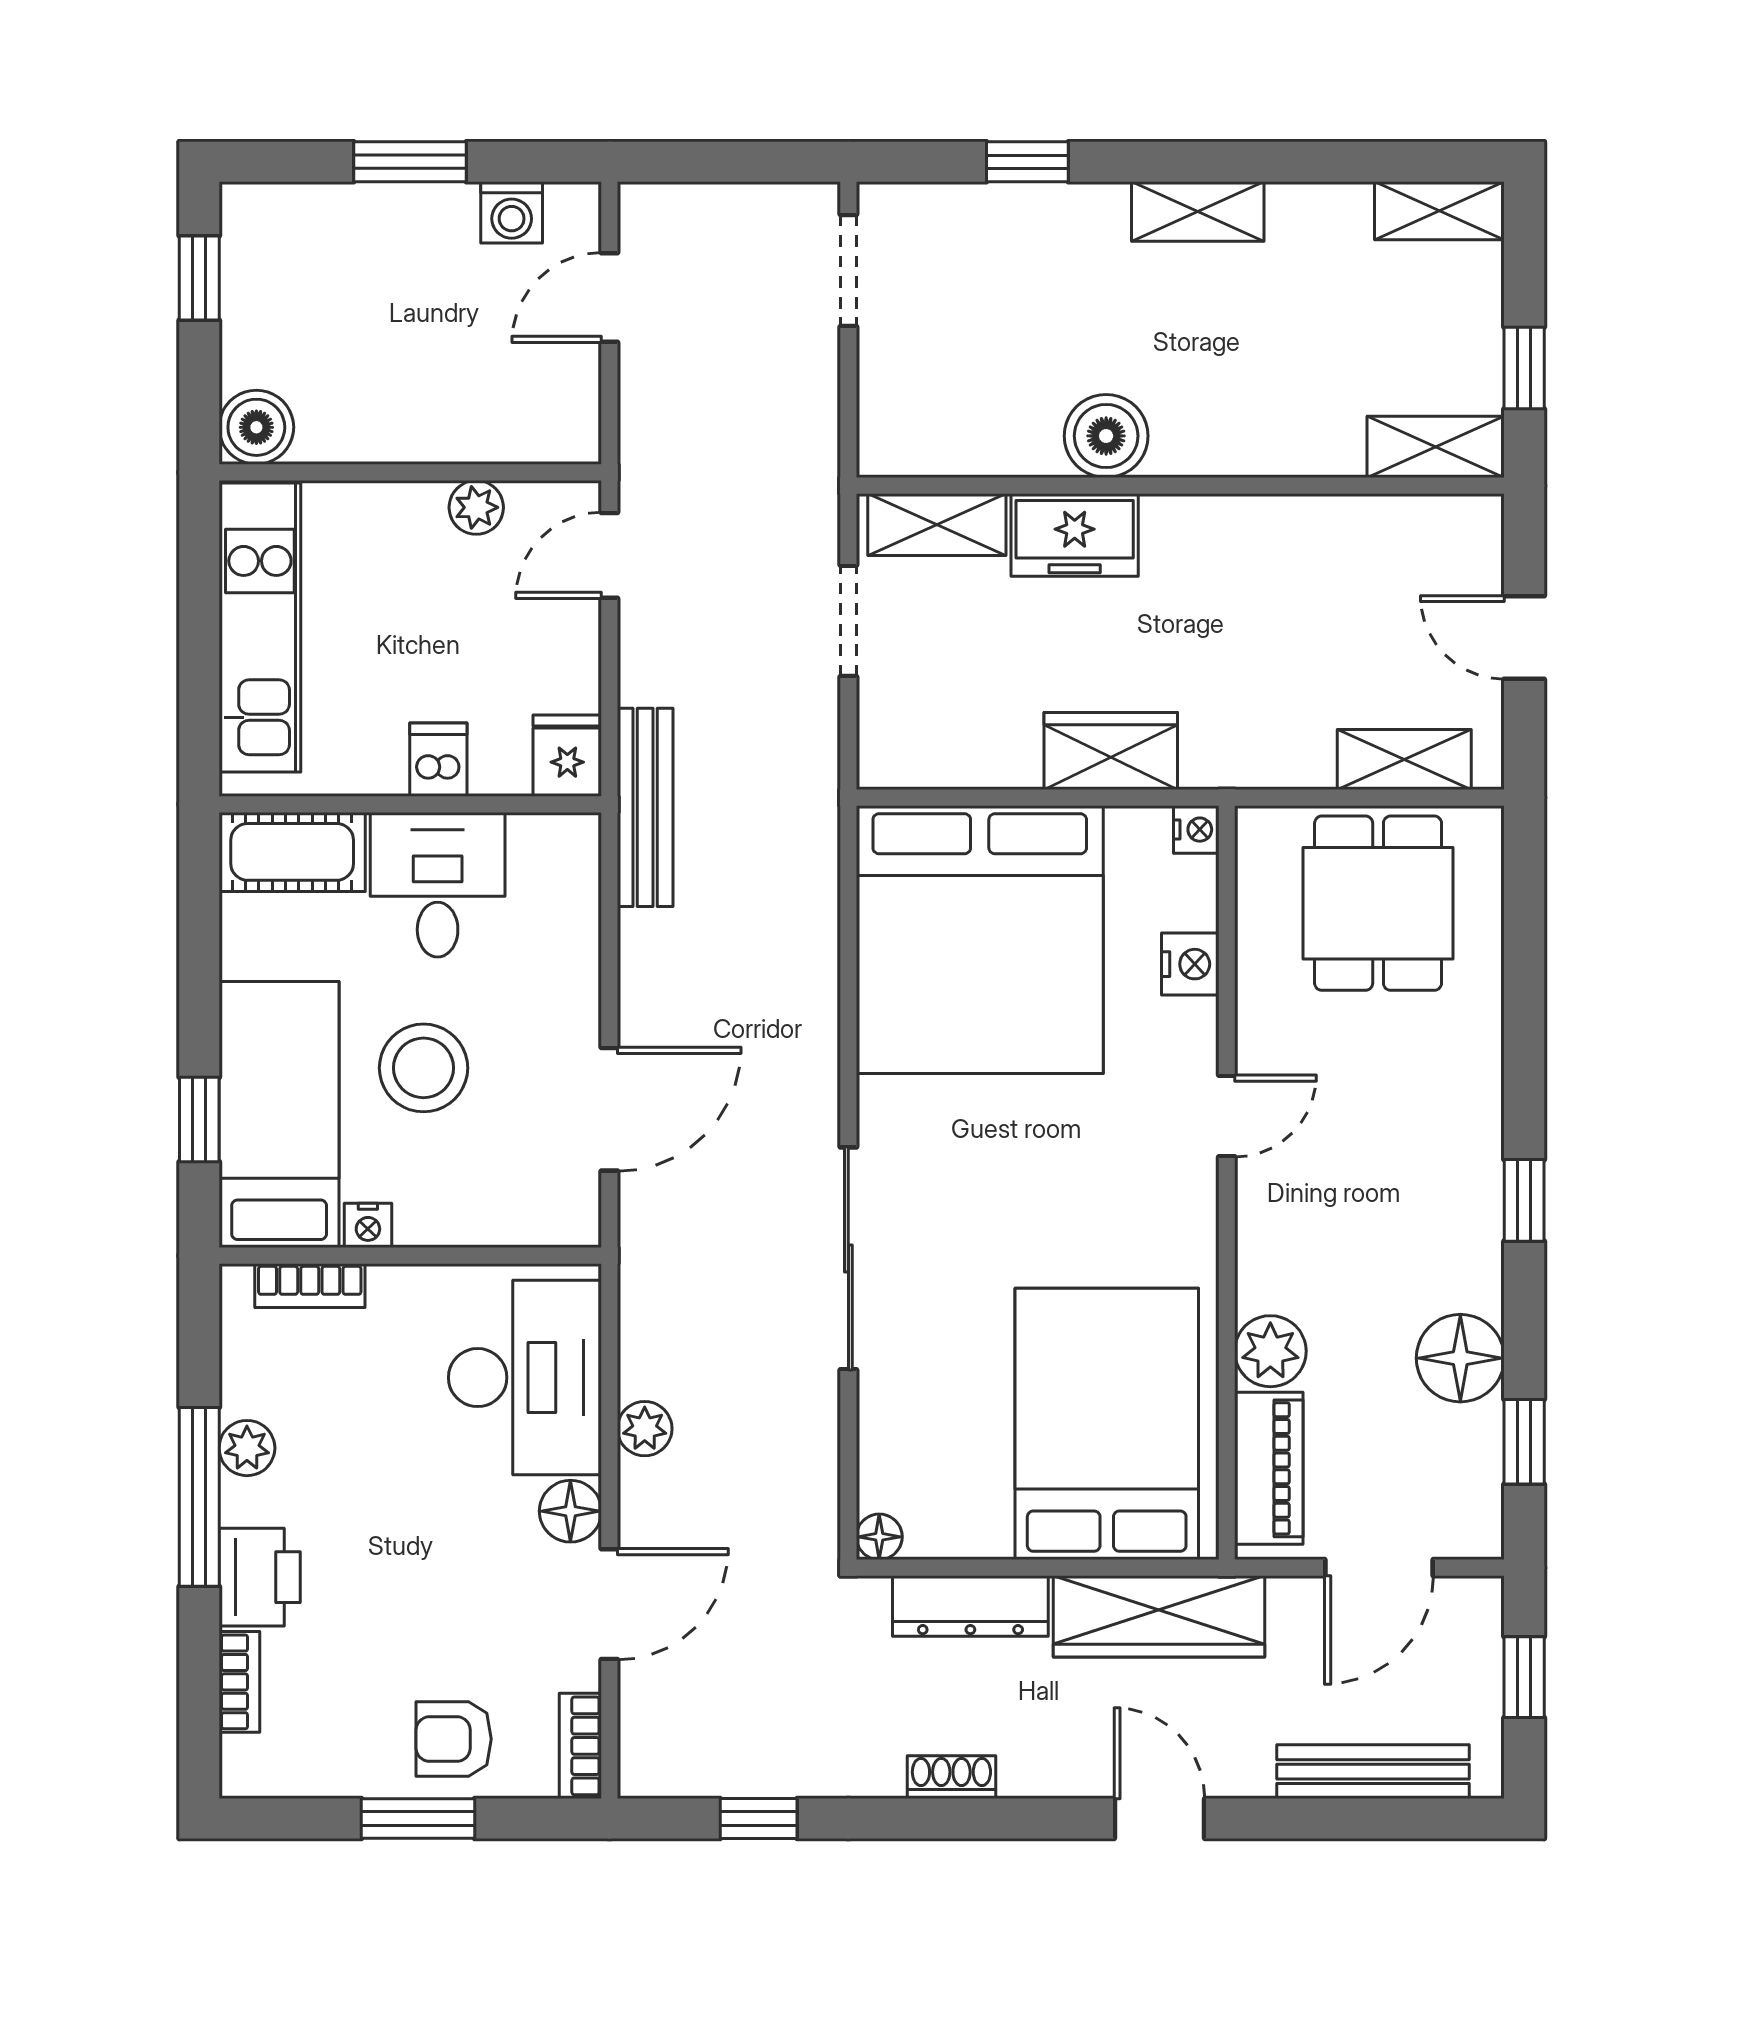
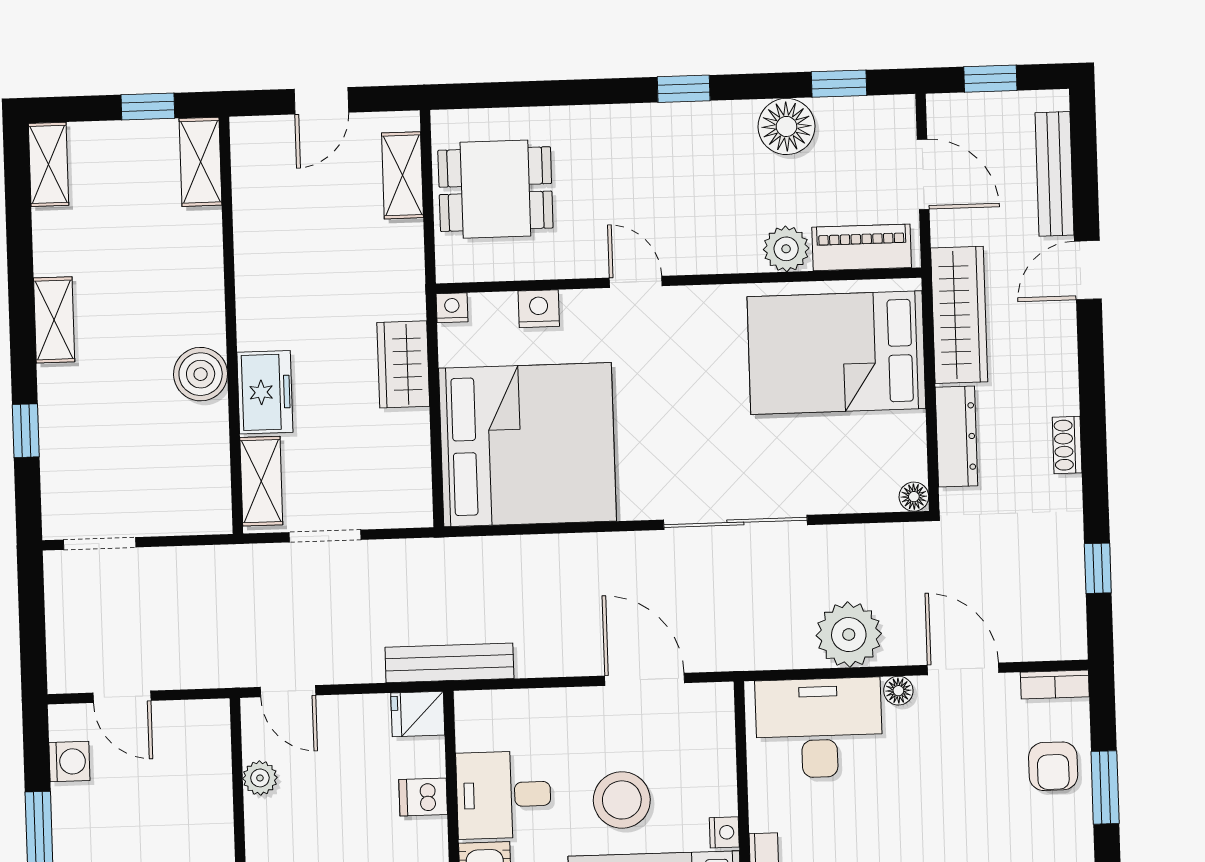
plant: (645, 1429) -> (849, 635), width x1.87, depth x1.87
floor lamp: (570, 1511) -> (898, 691), width x0.73, depth x0.73
door: (1159, 1818) -> (1088, 270), moved

